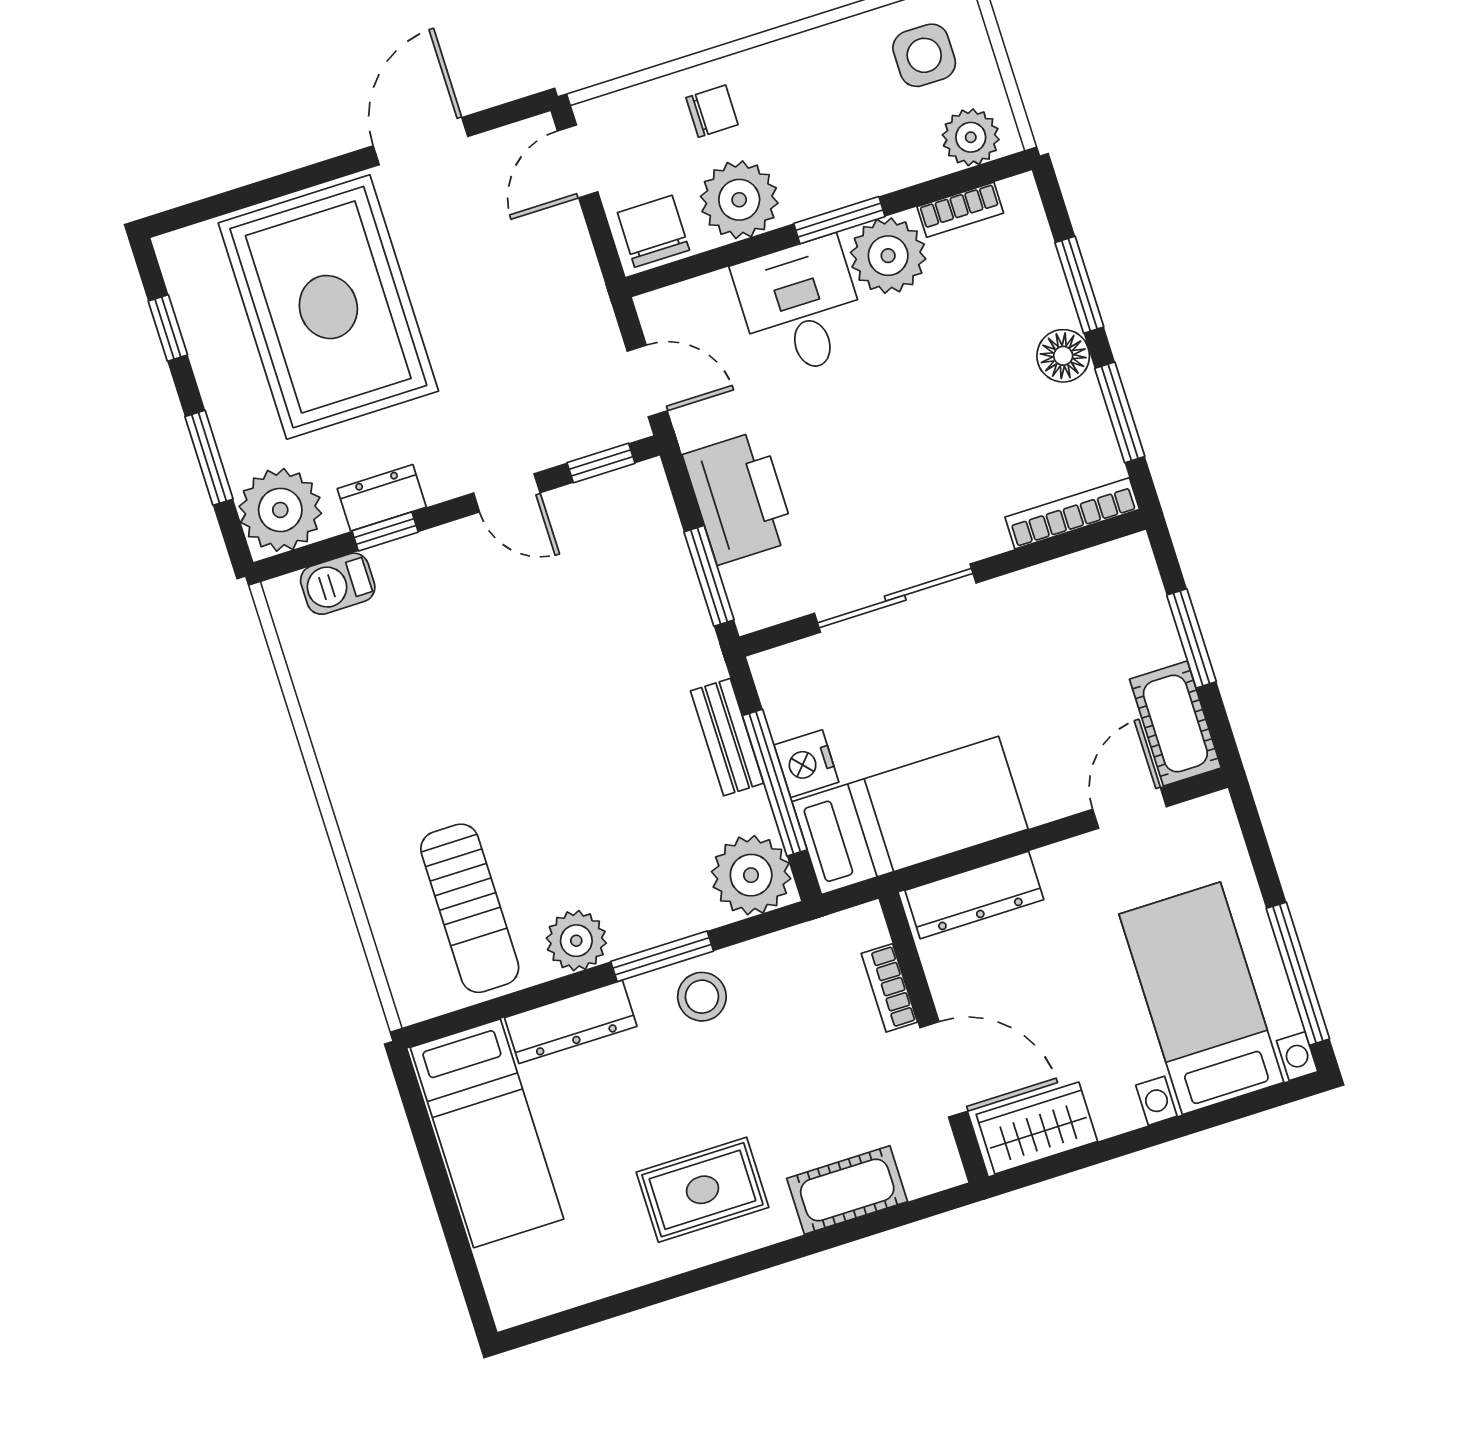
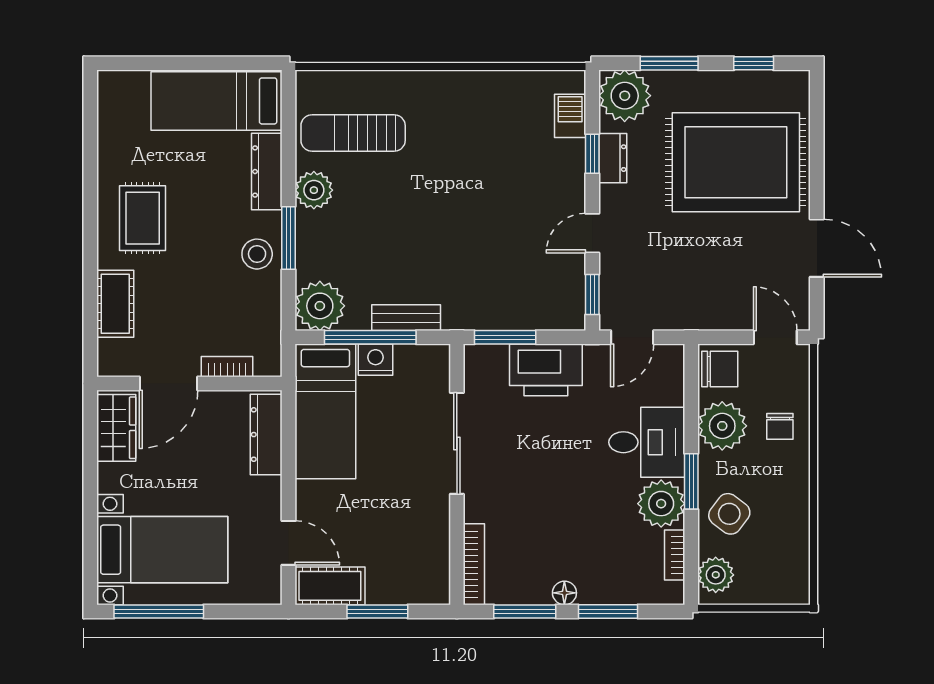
side table: (924, 55) -> (729, 514), moved, turned 37
floor lamp: (1063, 356) -> (564, 593), width x0.73, depth x0.73

